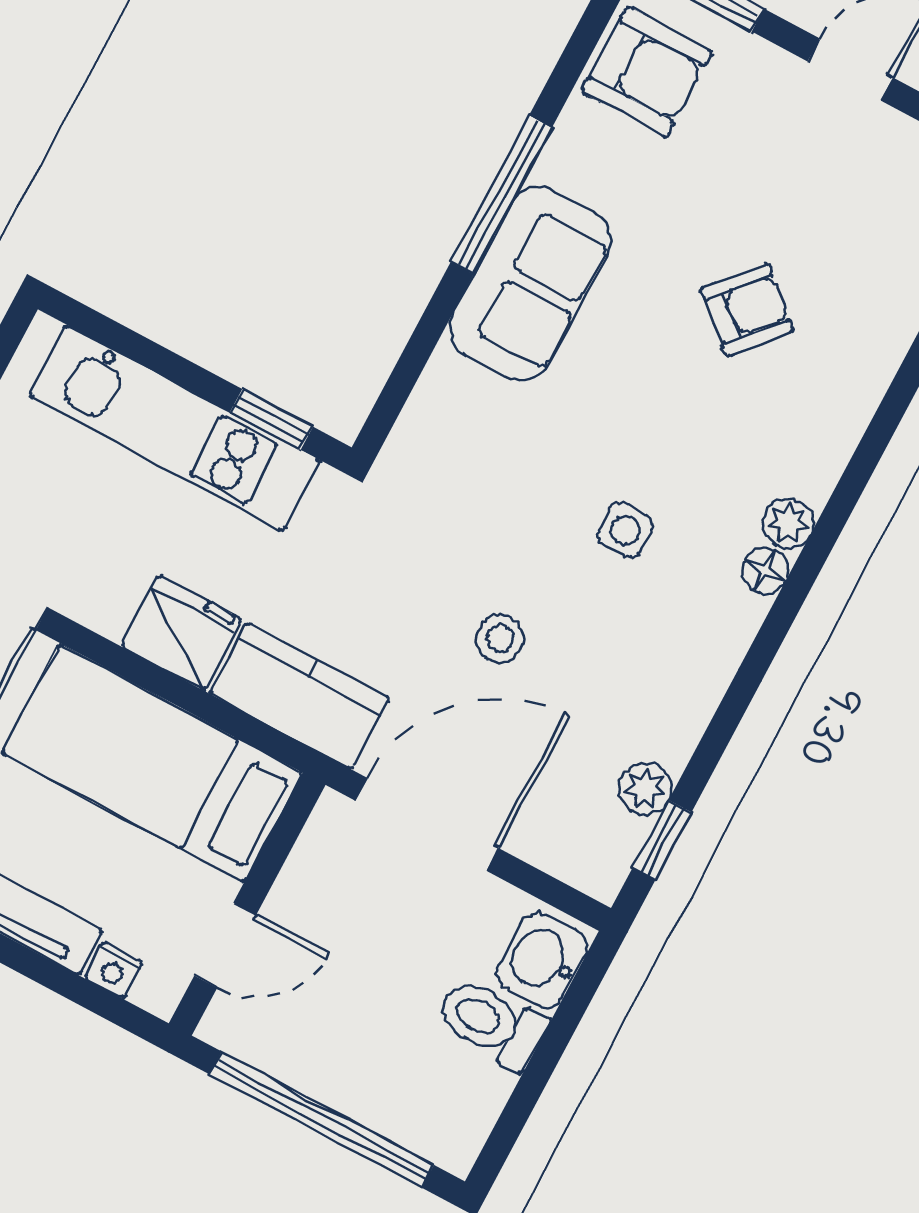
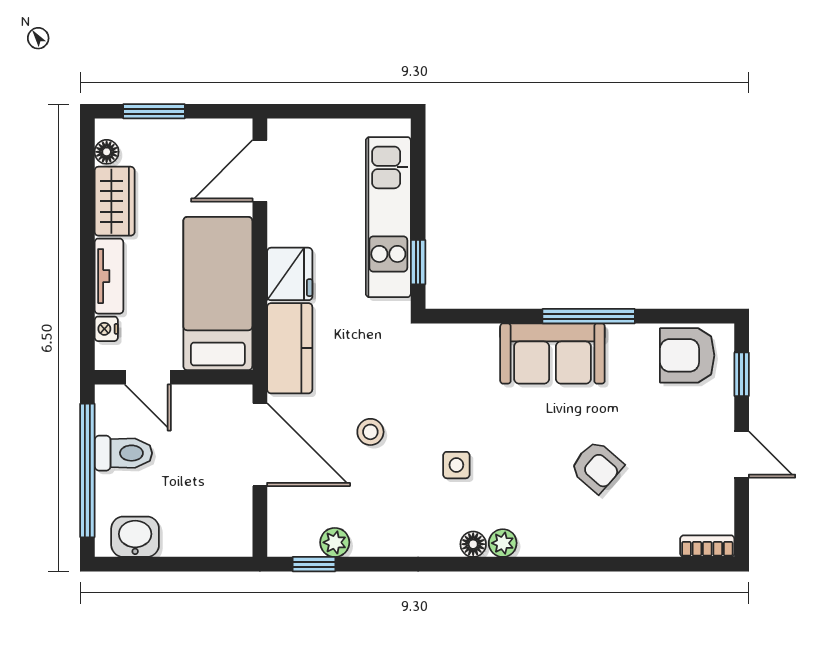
armchair: (647, 72) -> (687, 355), turned 90
washbasin: (542, 960) -> (135, 537), moved
toilet: (491, 1023) -> (123, 453), moved, turned 90

